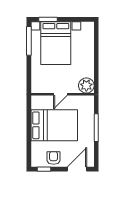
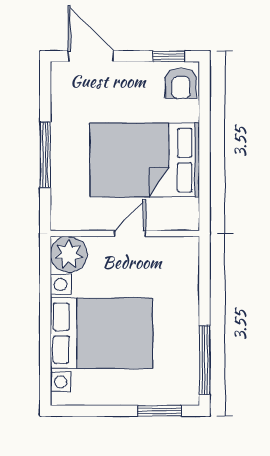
bed with nightstands: (56, 43) -> (101, 333), moved, turned 90
armchair: (54, 158) -> (181, 83), moved
door: (77, 169) -> (91, 56), swing flipped

